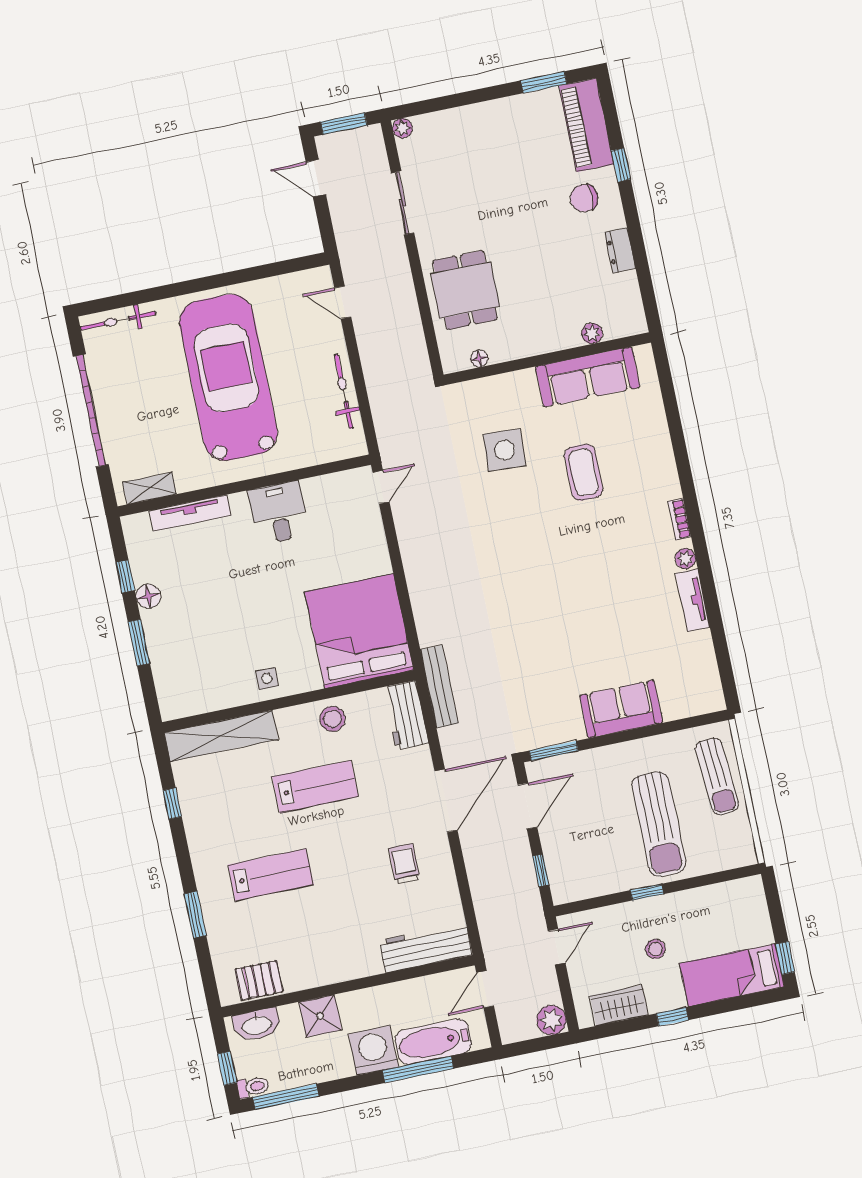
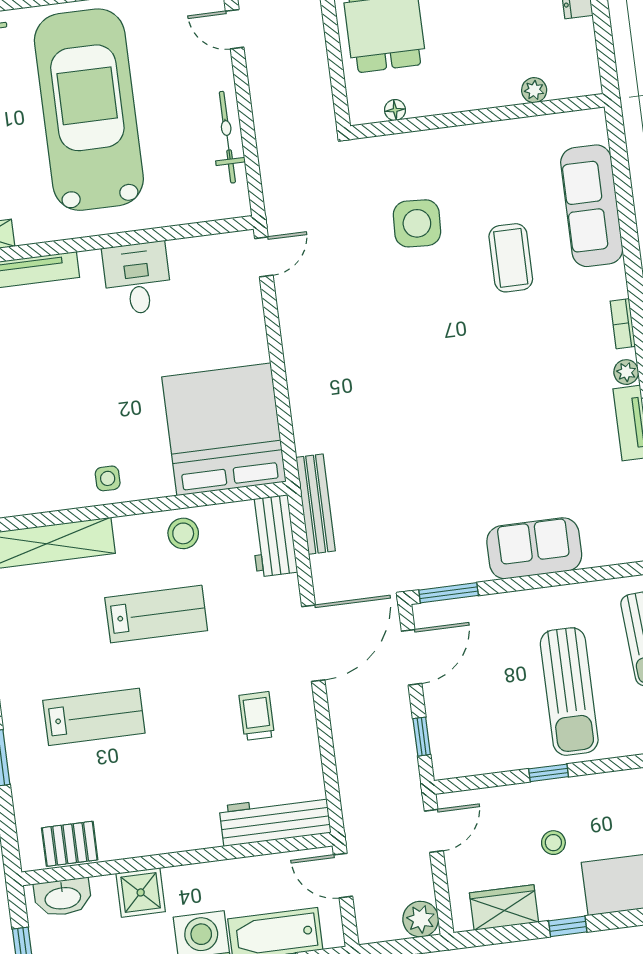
sofa: (588, 377) -> (592, 206), moved, turned 90
door: (485, 989) -> (343, 876), hinge flipped

